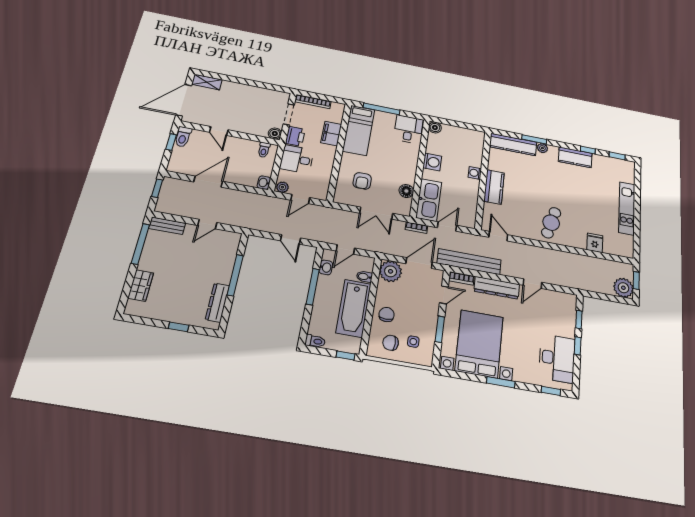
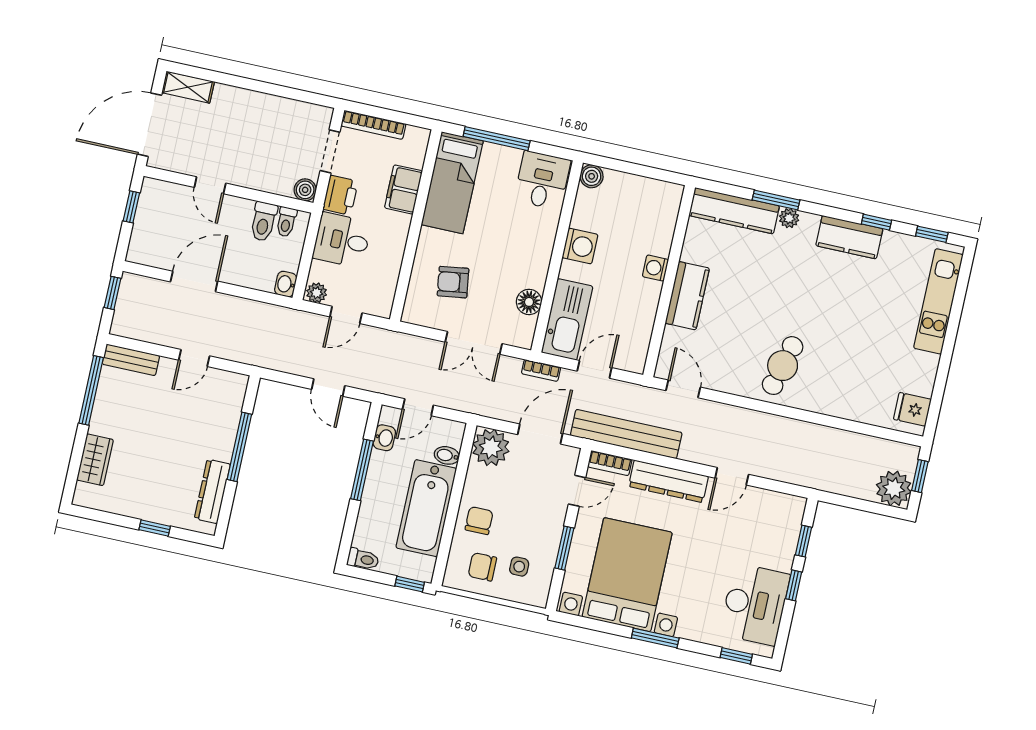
toilet: (183, 137) -> (264, 222), moved
armchair: (362, 181) -> (453, 282), turned 82
kitchen unit: (627, 208) -> (938, 301), moved
fridge: (595, 243) -> (912, 409), moved, turned -90

